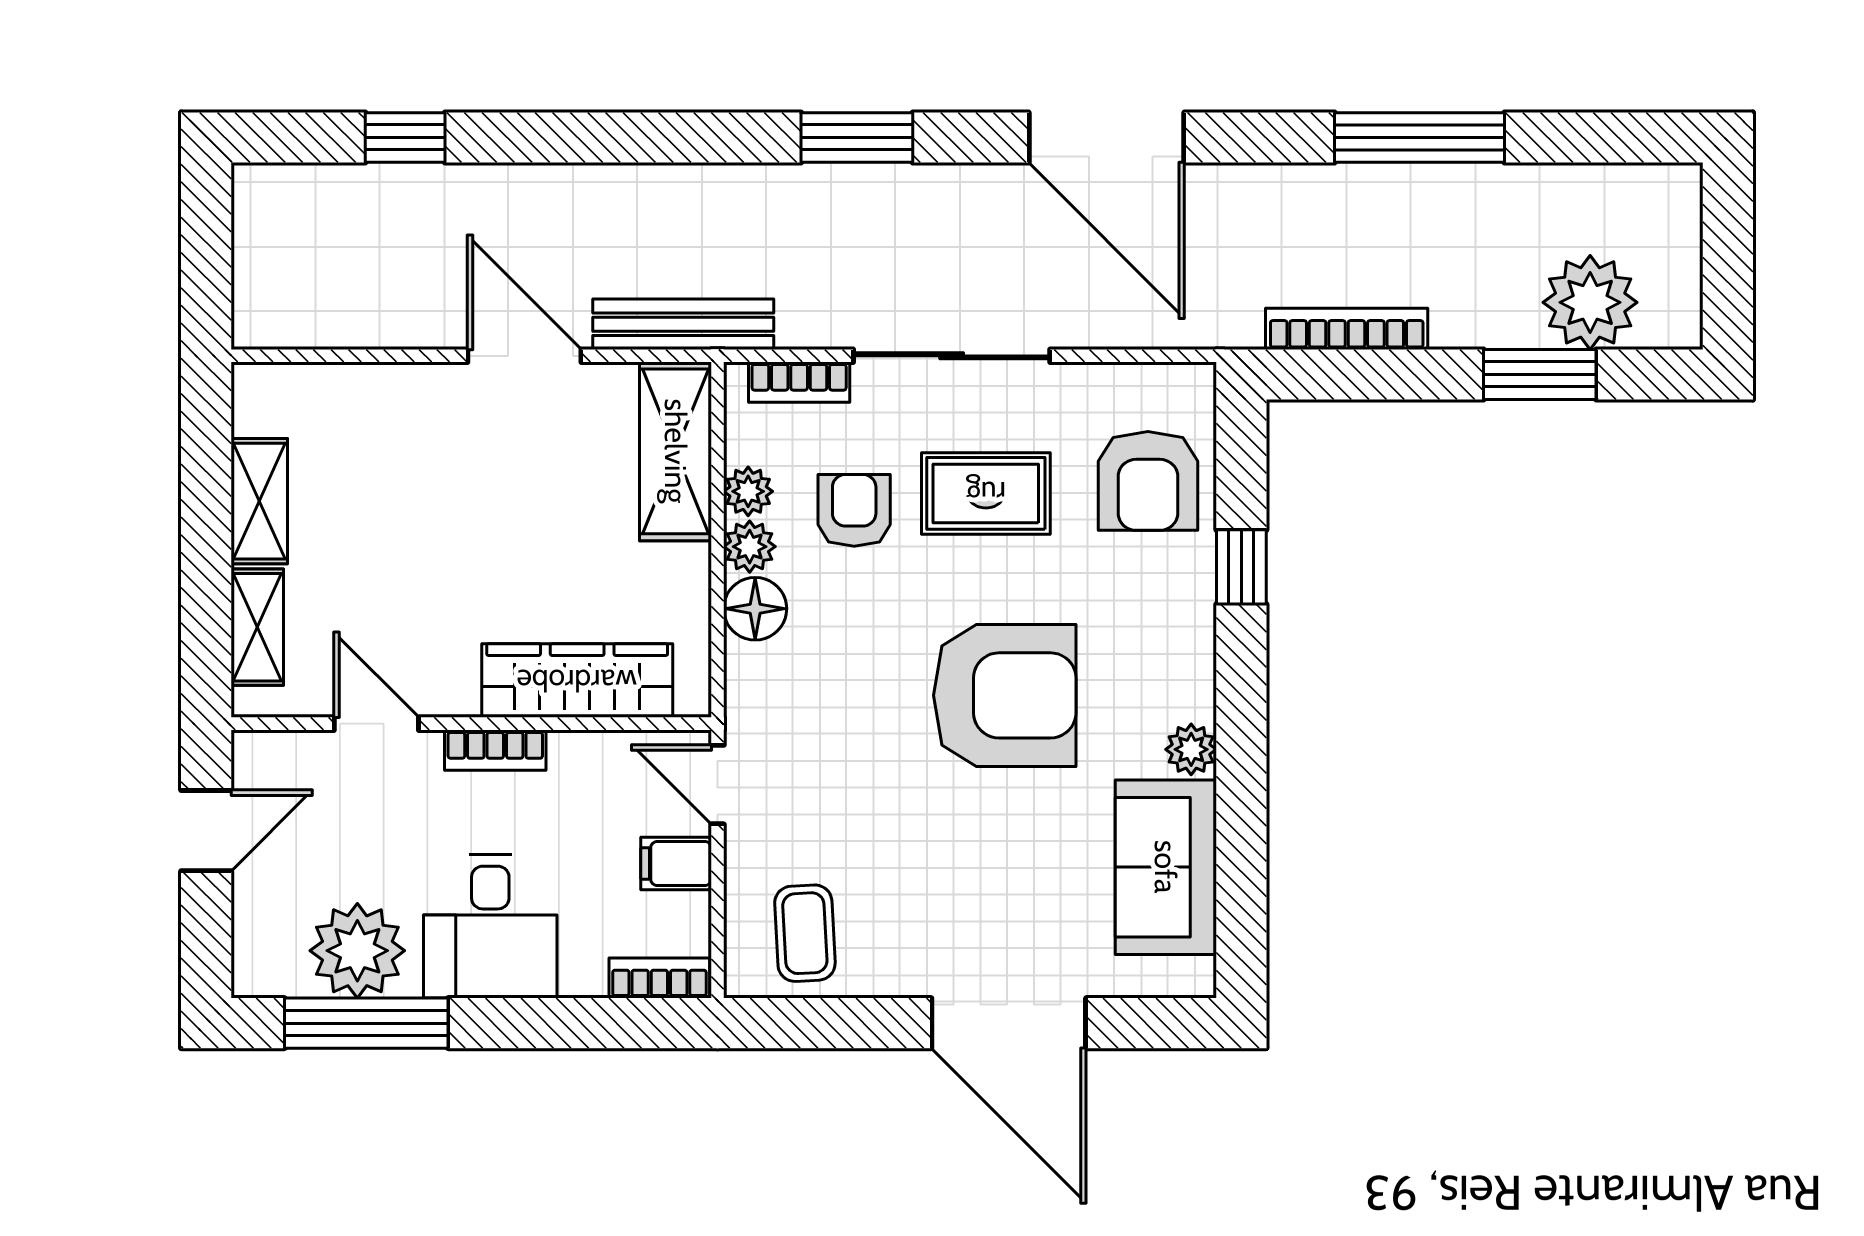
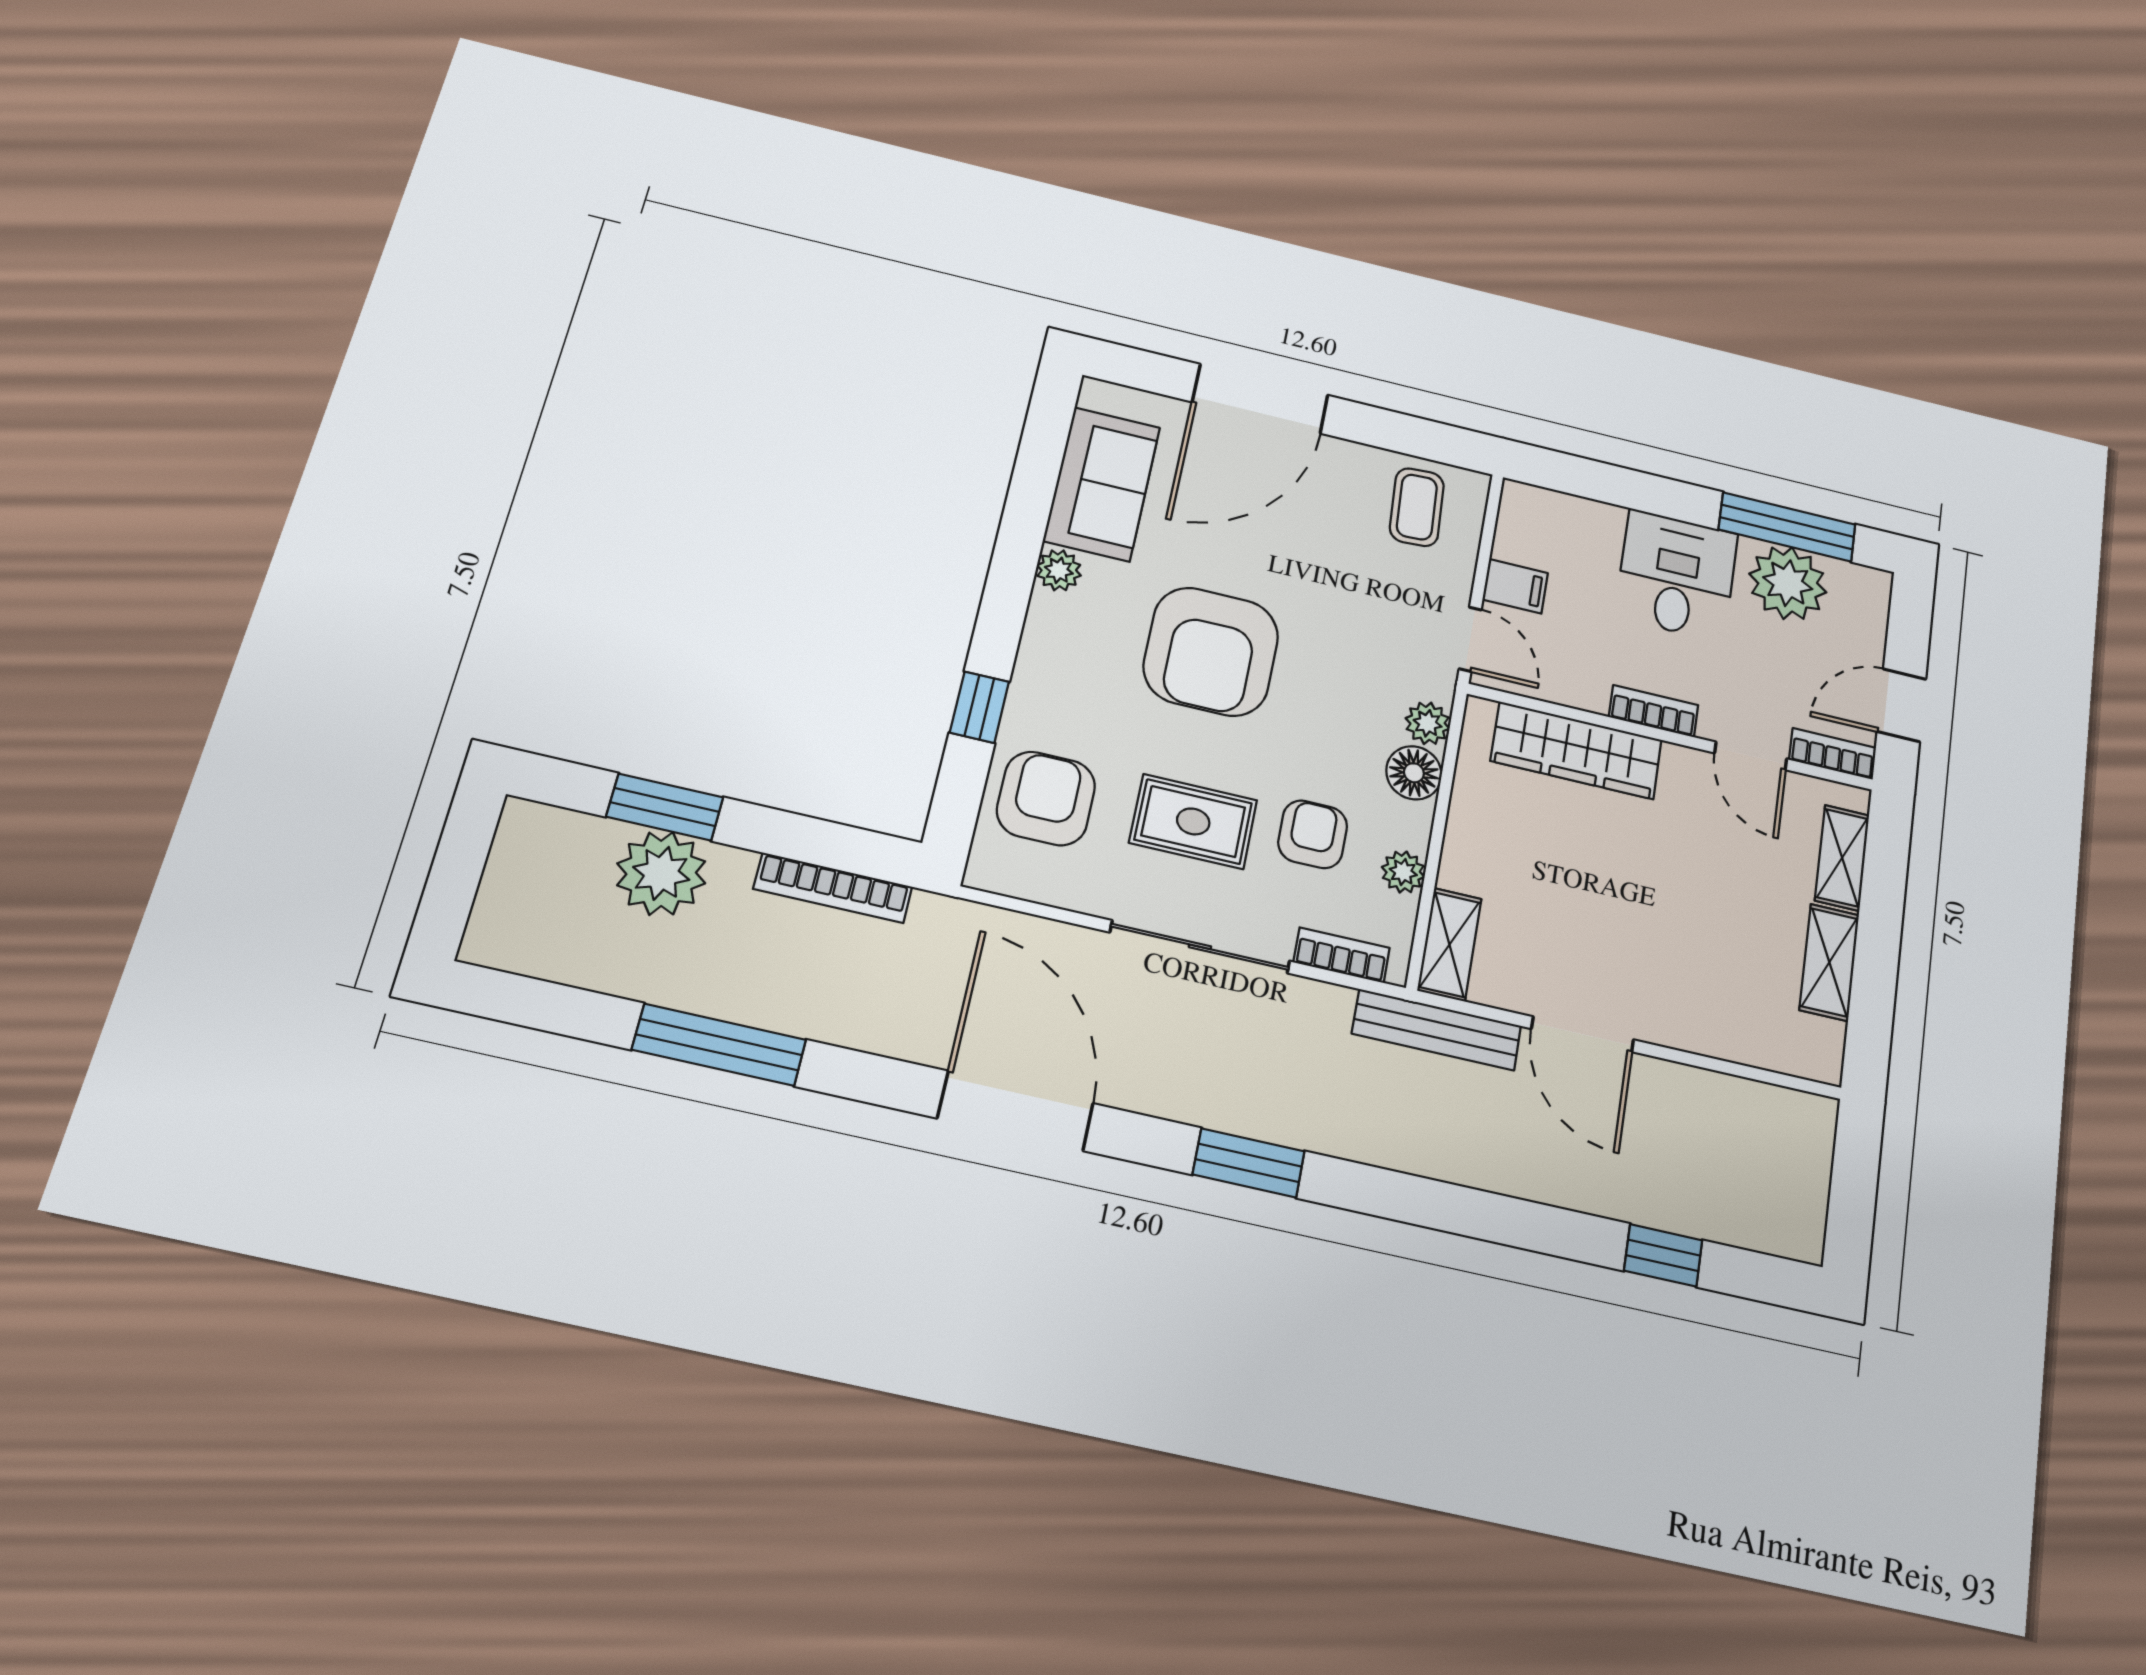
plant: (1590, 302) -> (661, 873), moved
shelving: (676, 451) -> (1449, 944), width x0.67, depth x0.75
armchair: (854, 510) -> (1313, 834), turned 180
plant: (750, 547) -> (1428, 723), moved
armchair: (1005, 695) -> (1211, 652), turned -90
bookcase: (659, 978) -> (1833, 754), moved, turned 180
door: (1009, 1023) -> (1260, 399), swing flipped

